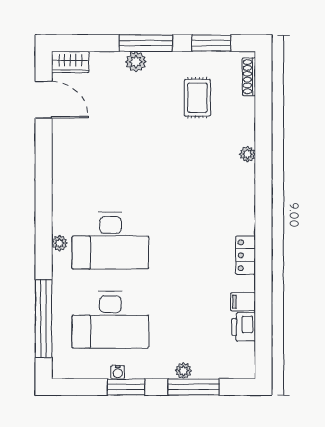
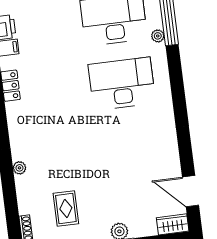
plant: (59, 243) -> (158, 36), moved

